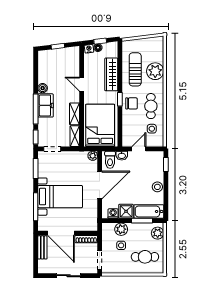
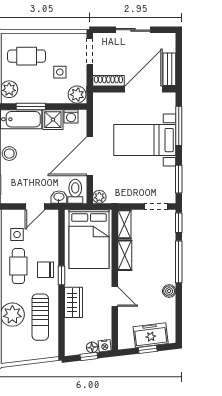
wardrobe: (111, 74) -> (74, 302), width x0.67
freezer: (46, 105) -> (151, 335), moved, turned 83
plant: (121, 229) -> (77, 95), moved
door: (61, 233) -> (144, 89), hinge flipped

